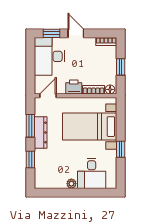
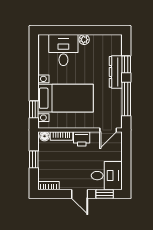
desk: (49, 56) -> (107, 176), width x0.73
window: (30, 126) -> (126, 99), width x1.44
dresser: (41, 132) -> (116, 72), moved
window: (121, 149) -> (34, 109), moved

